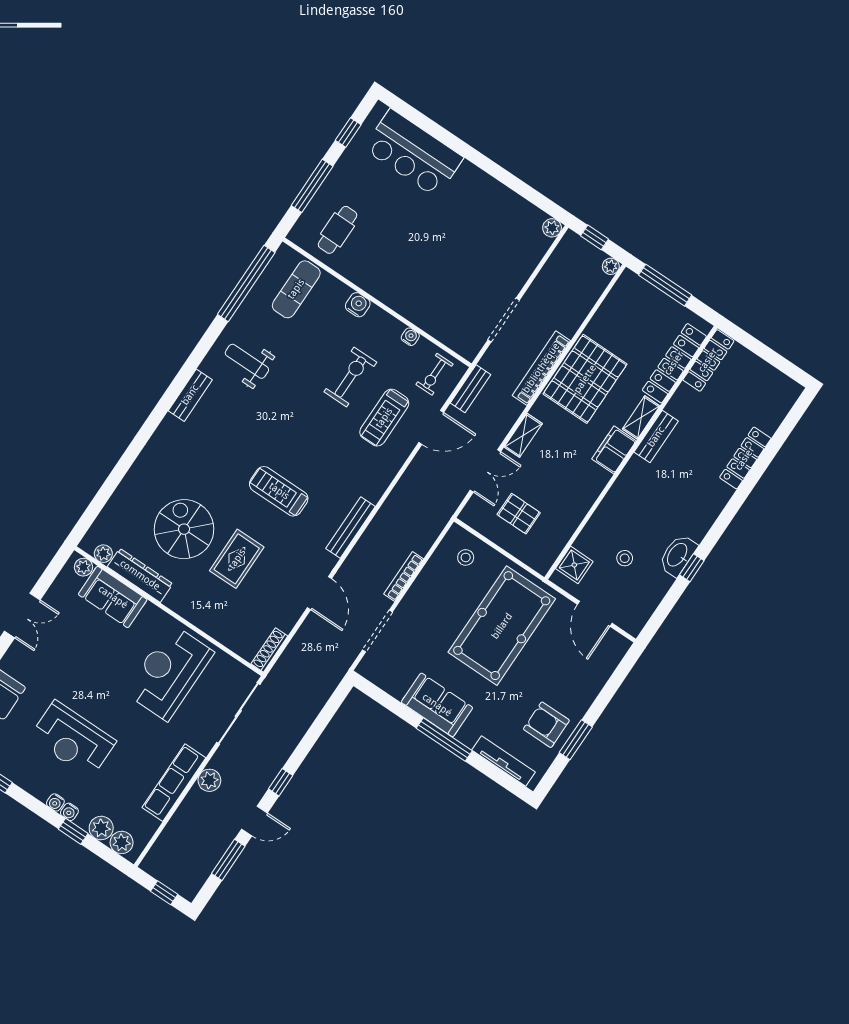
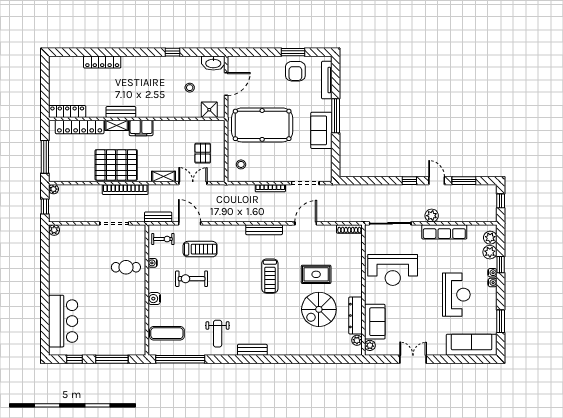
cafe table: (338, 230) -> (126, 267), moved
washbasin: (678, 555) -> (213, 63), moved

